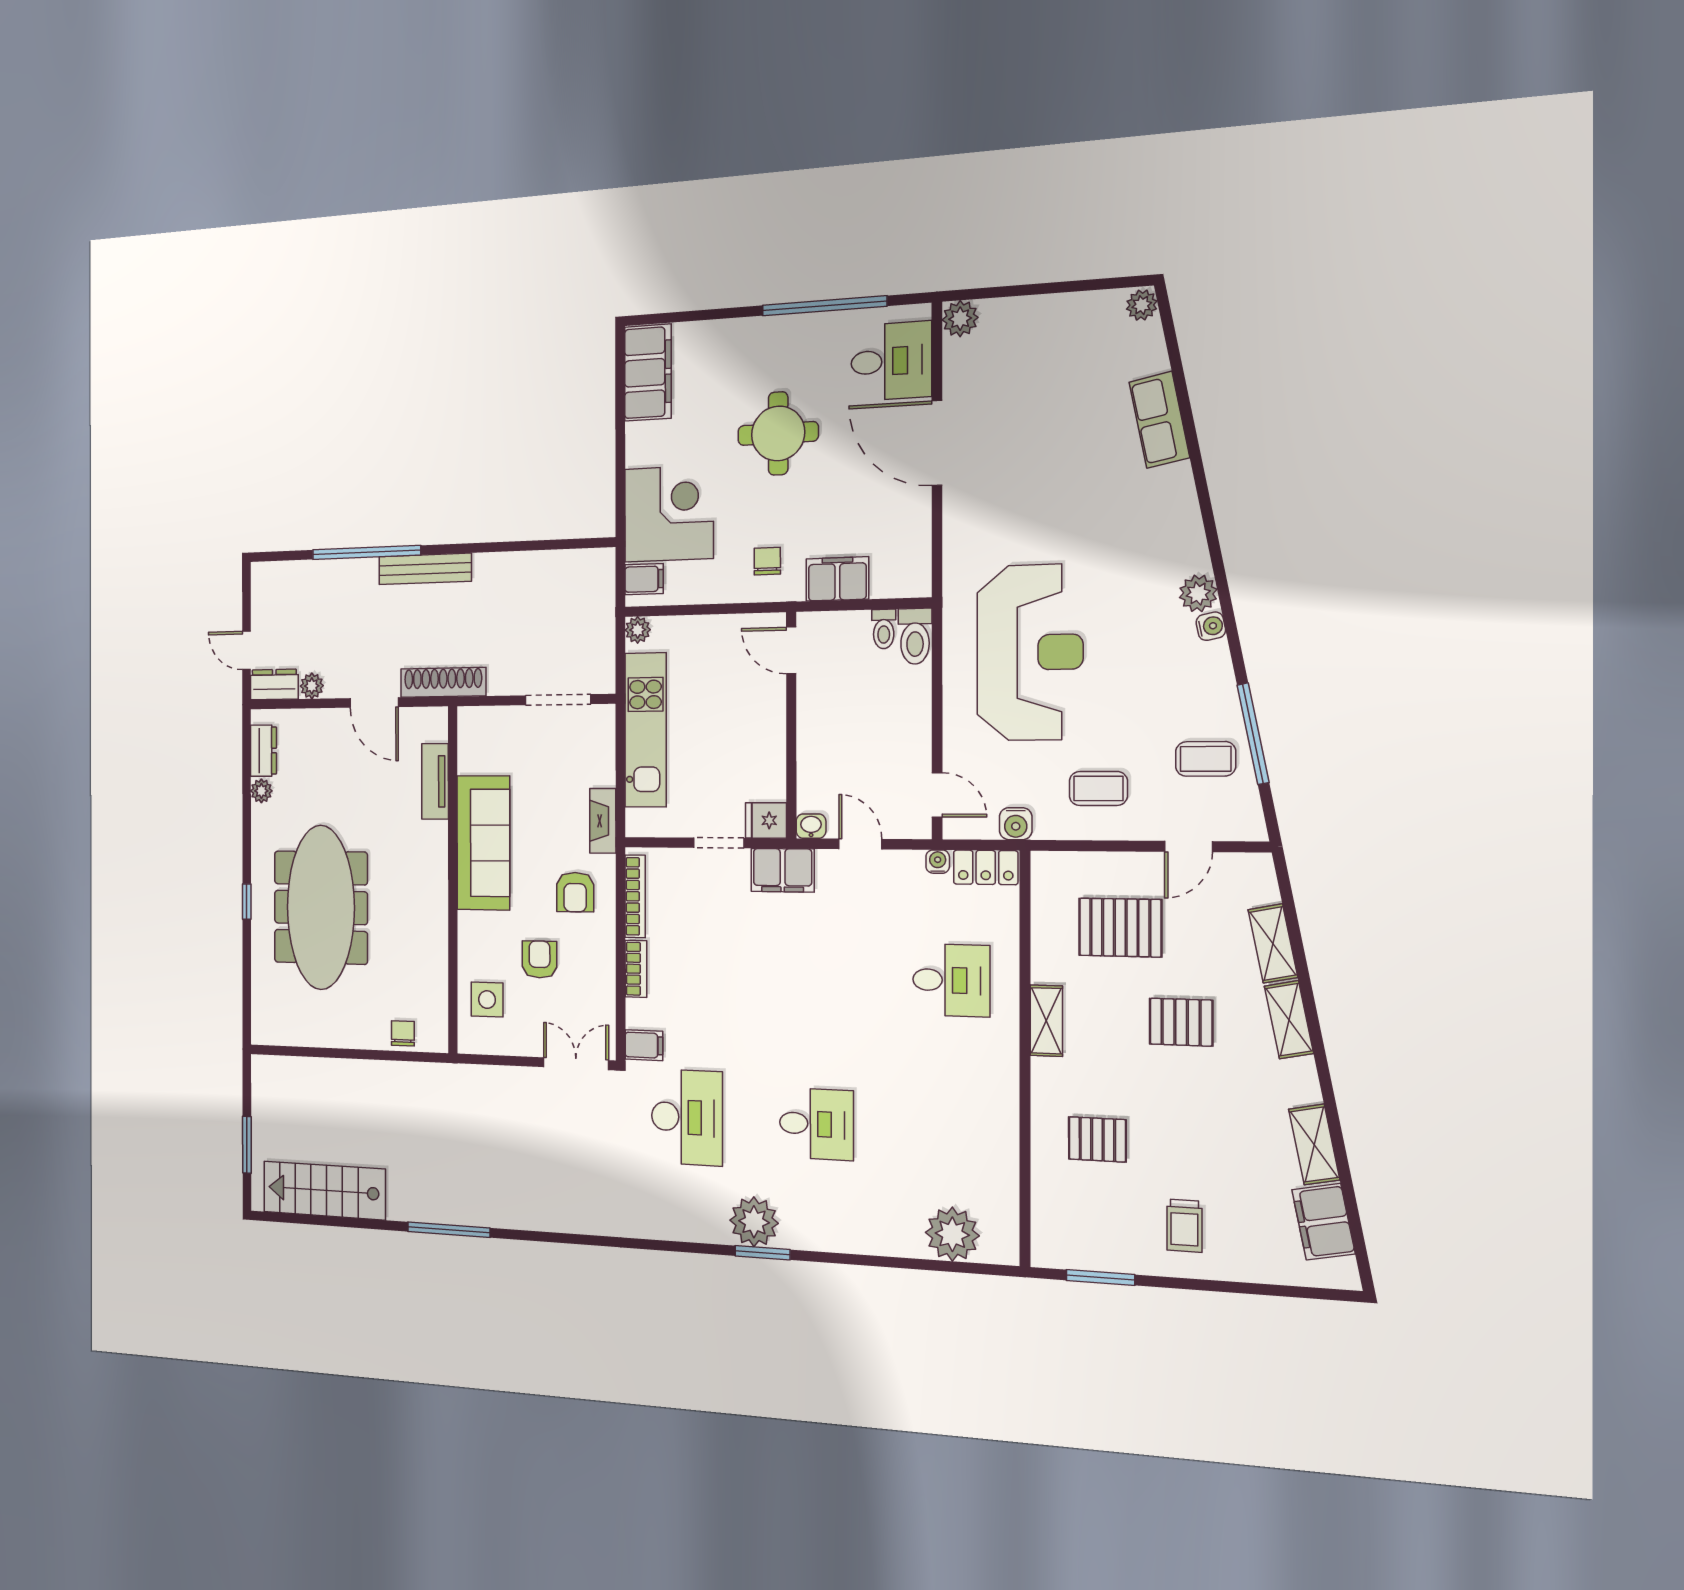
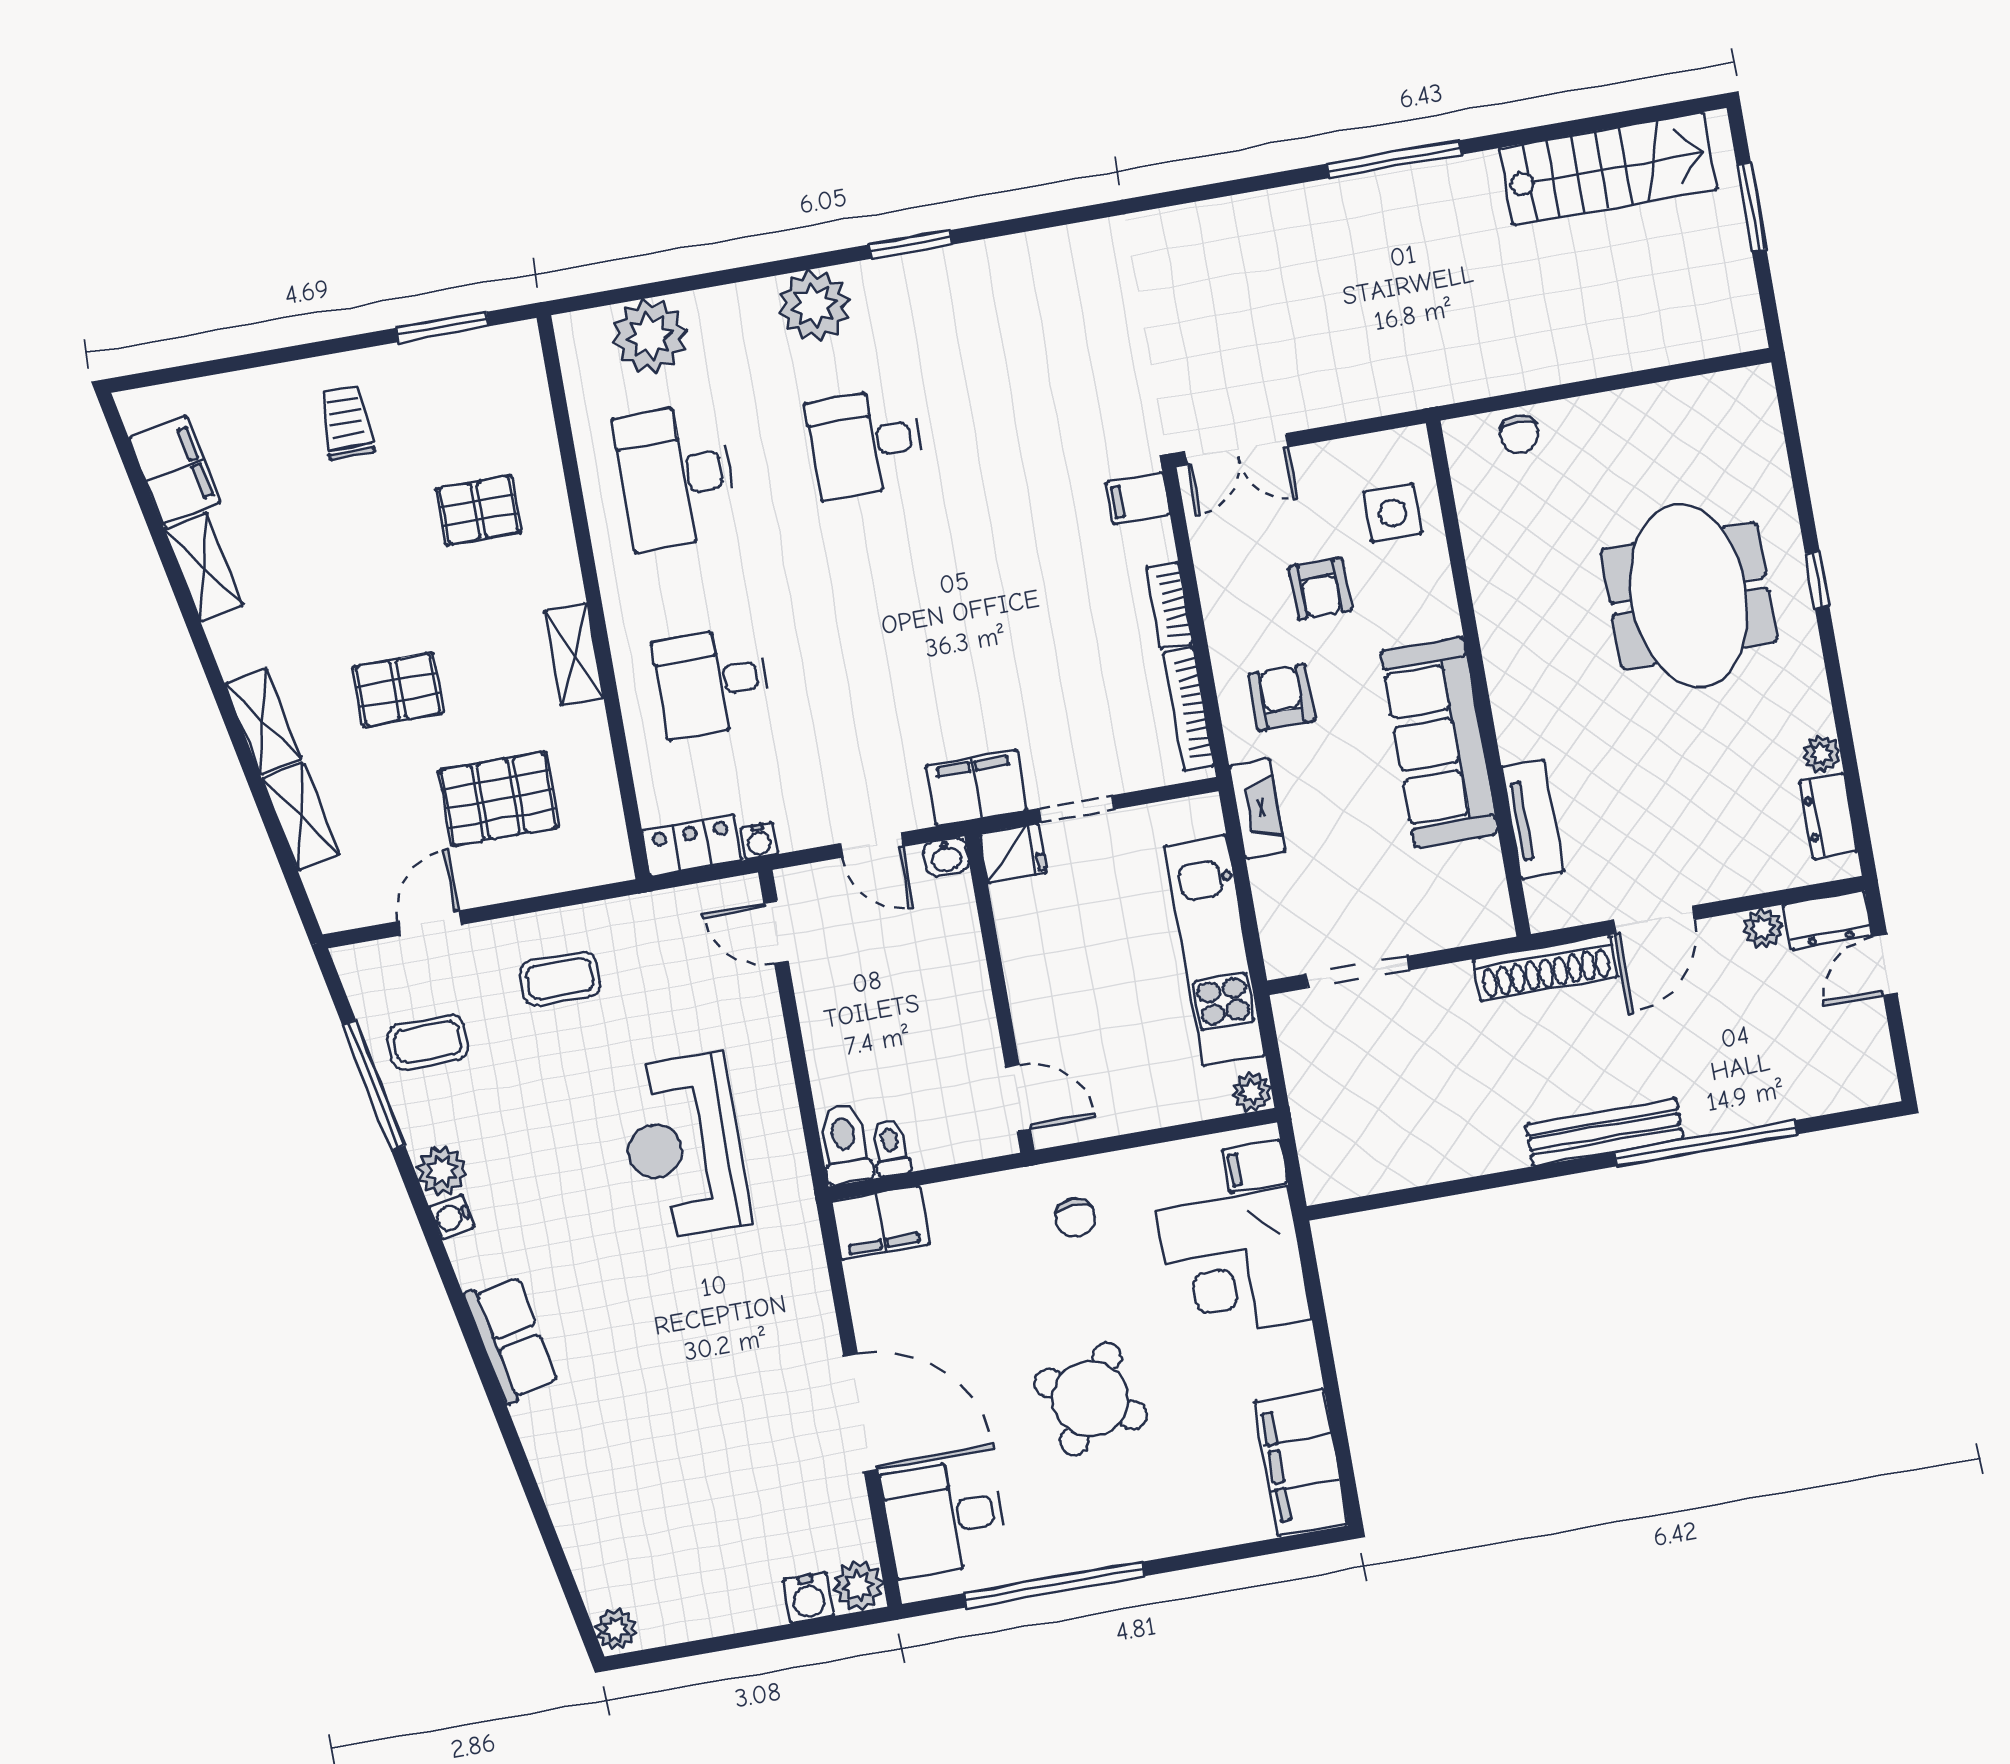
row of seats: (1159, 420) -> (511, 1339), moved
round table: (778, 433) -> (1090, 1399), turned 31
filing cabinet: (837, 579) -> (880, 1223), moved
plant: (1198, 593) -> (442, 1171), moved
door: (246, 650) -> (1885, 965), swing flipped
reception desk: (1030, 652) -> (683, 1146), width x0.74, depth x0.77
door: (374, 703) -> (1654, 920), swing flipped
water cooler: (1016, 824) -> (808, 1598), moved, turned 180
meeting table: (321, 907) -> (1689, 596), width x0.73
desk: (687, 1117) -> (676, 477), moved
plant: (754, 1222) -> (814, 306), moved

